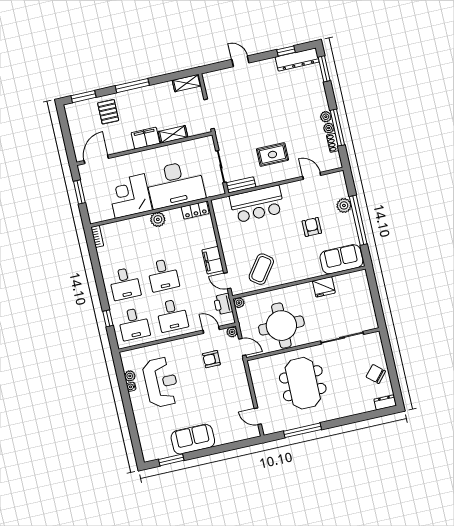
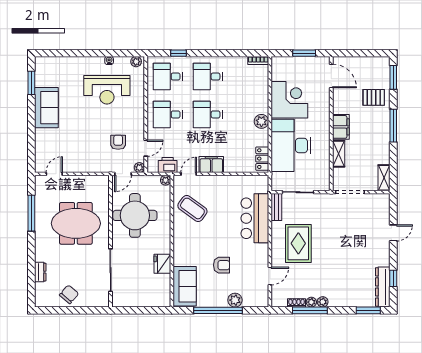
rug: (272, 155) -> (298, 243), width x1.36, depth x1.43
plant: (130, 376) -> (136, 62), moved
dresser: (385, 402) -> (40, 272), moved

